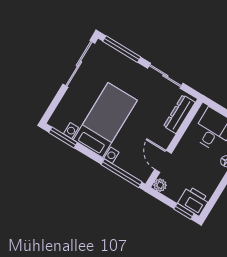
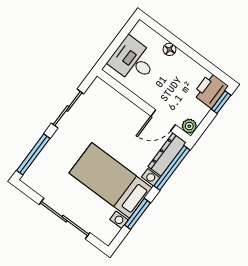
sliding door: (79, 64) -> (65, 219), moved
dresser: (179, 114) -> (167, 155), moved, turned 90
window: (63, 137) -> (137, 214), moved

